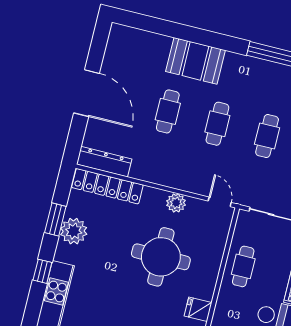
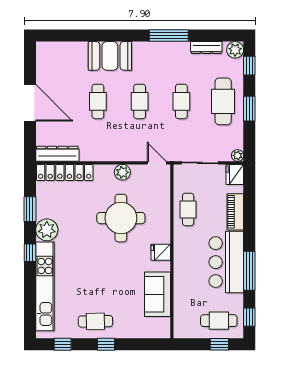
plant: (74, 231) -> (47, 230), moved

